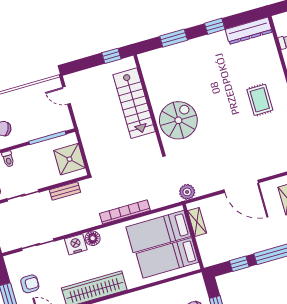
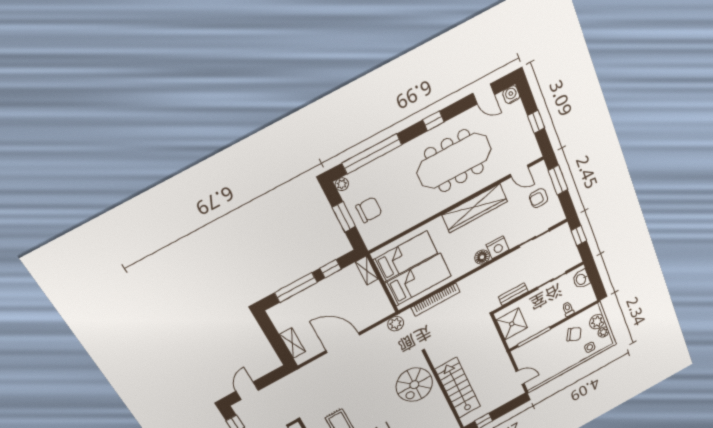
bookcase: (125, 212) -> (436, 300), moved
shelving: (197, 222) -> (367, 270), moved

